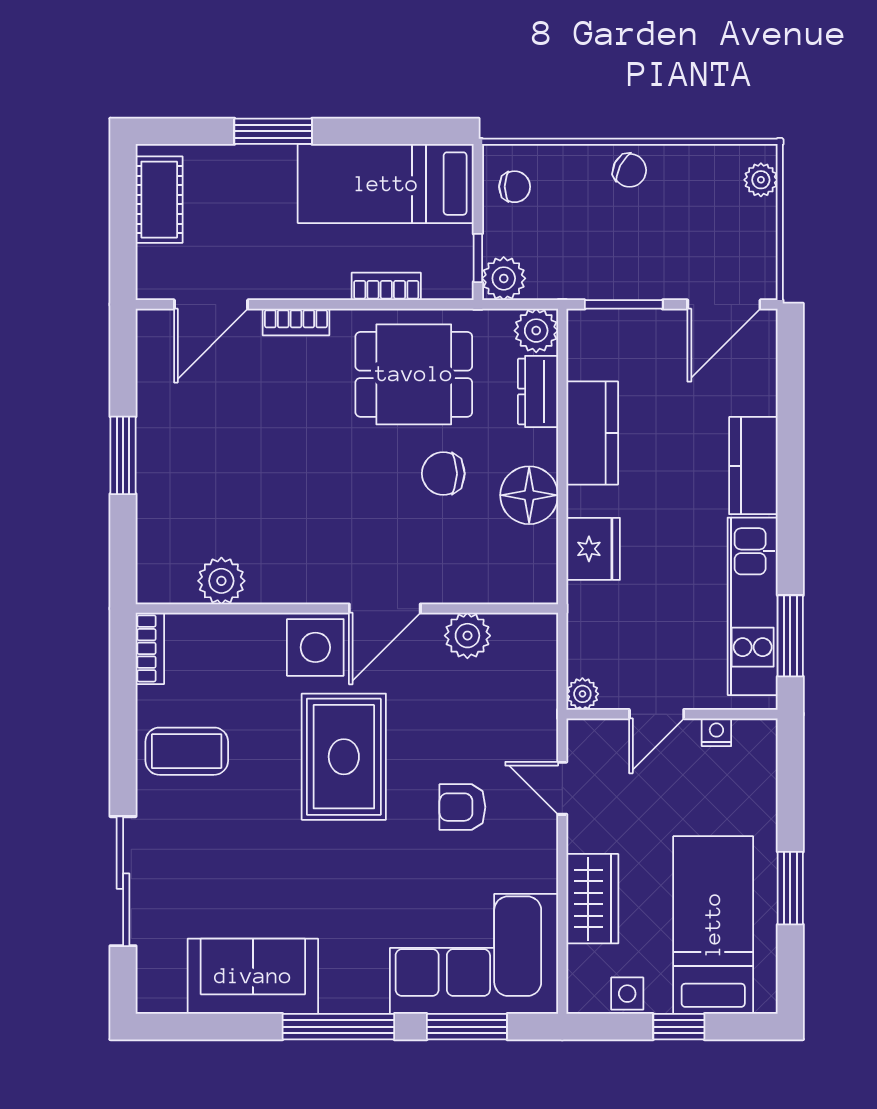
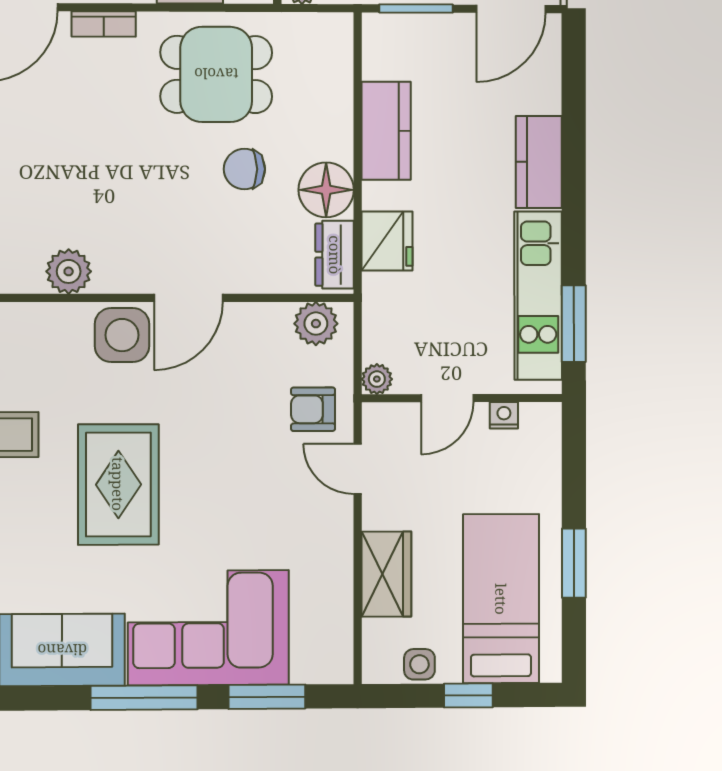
plant: (536, 331) -> (333, 33), removed
dresser: (538, 391) -> (335, 255), moved
plant: (221, 581) -> (69, 271), moved
plant: (467, 636) -> (316, 324), moved
rug: (344, 757) -> (118, 484), moved
armchair: (462, 807) -> (313, 409), moved
corner sofa: (474, 954) -> (208, 628), moved

